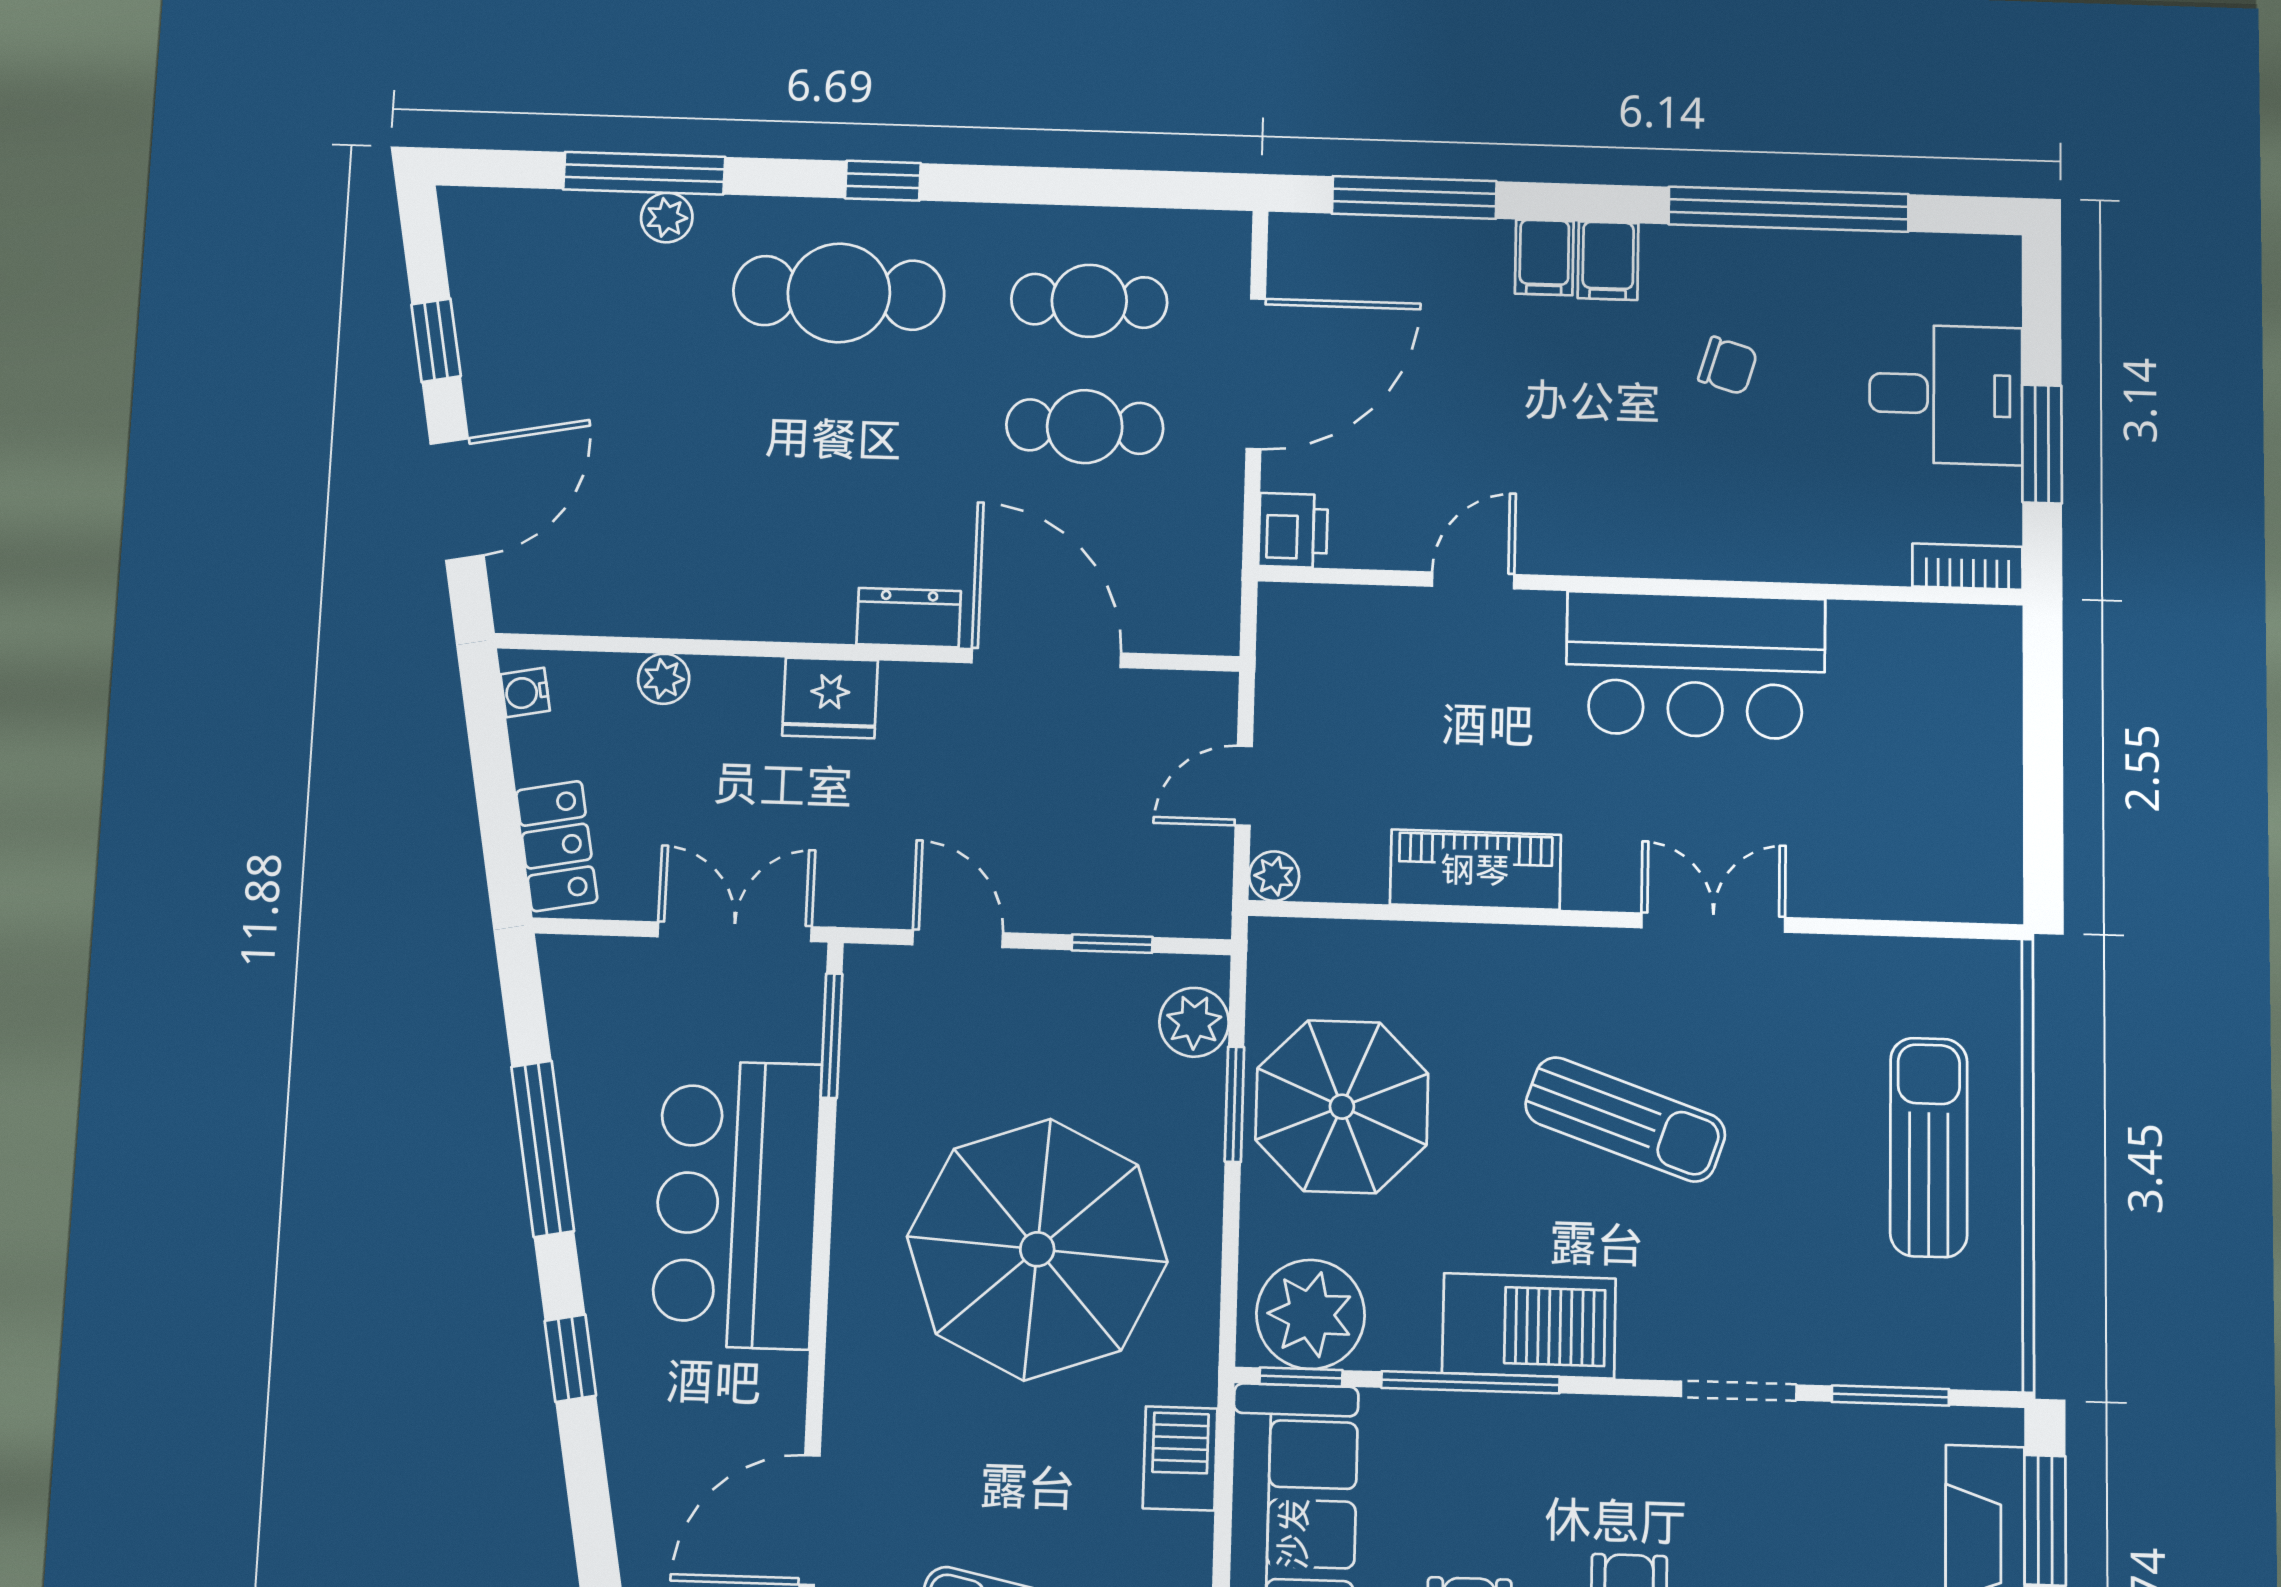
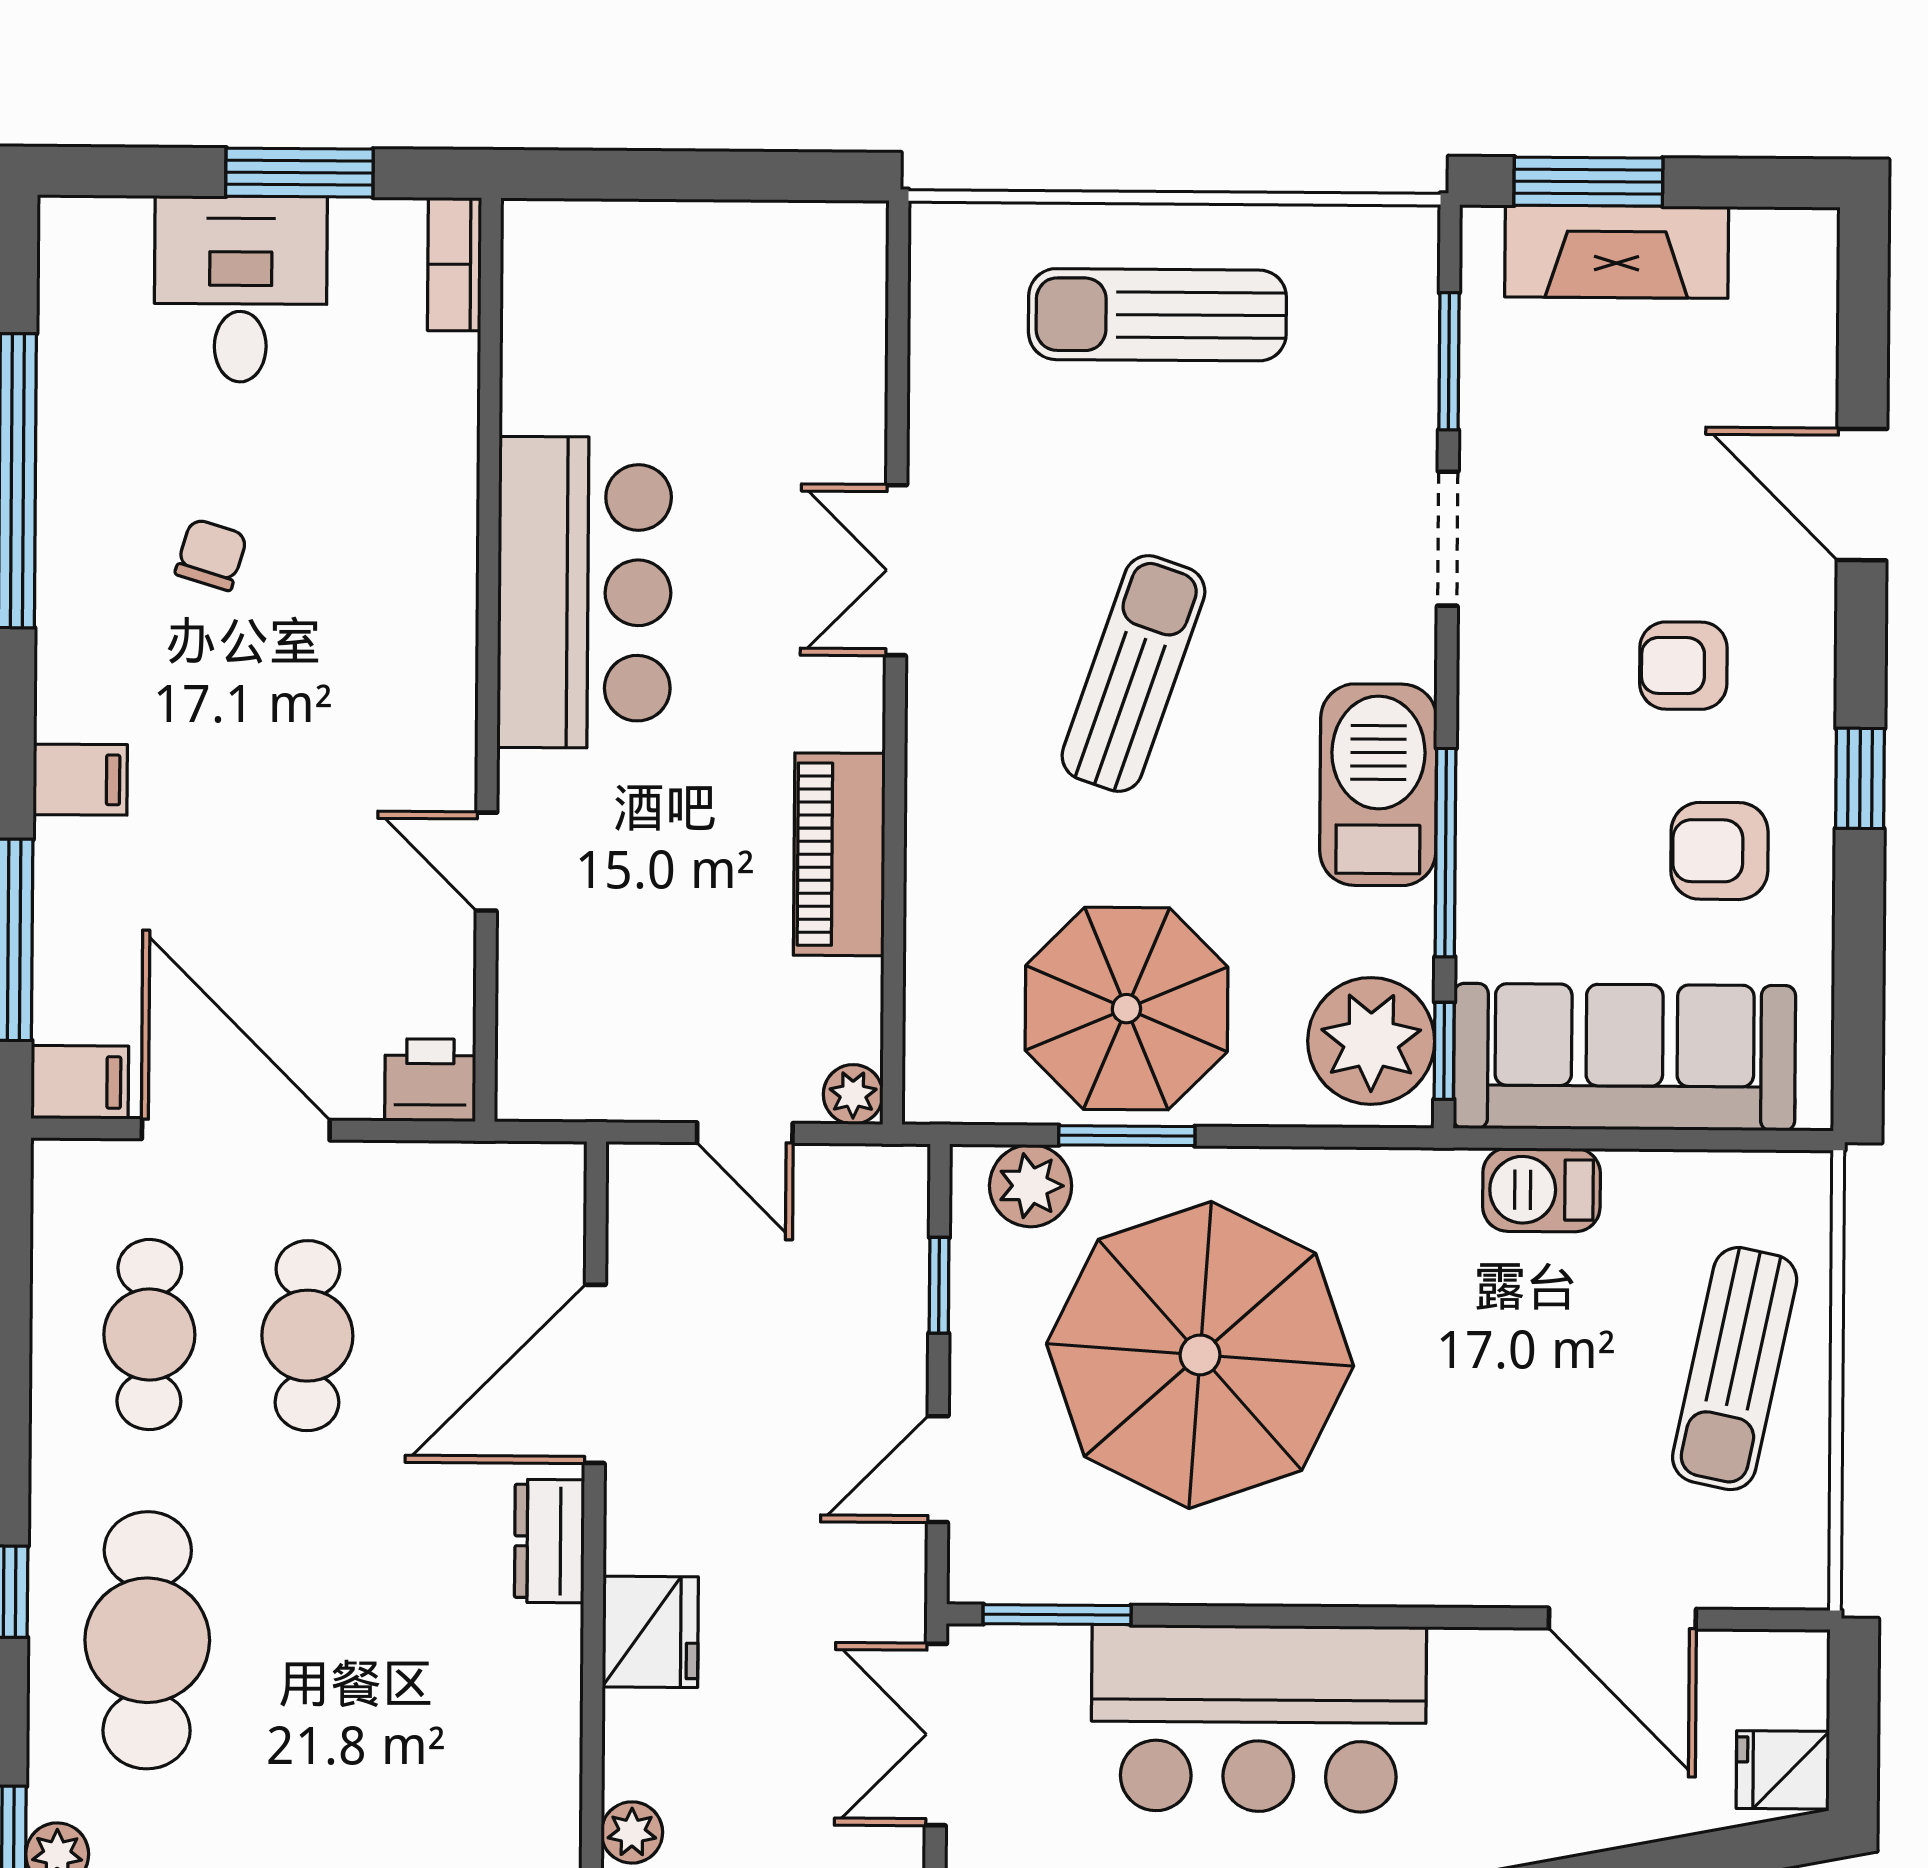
filing cabinet: (1608, 261) -> (80, 1082), moved
parasol: (1037, 1249) -> (1200, 1355), moved

